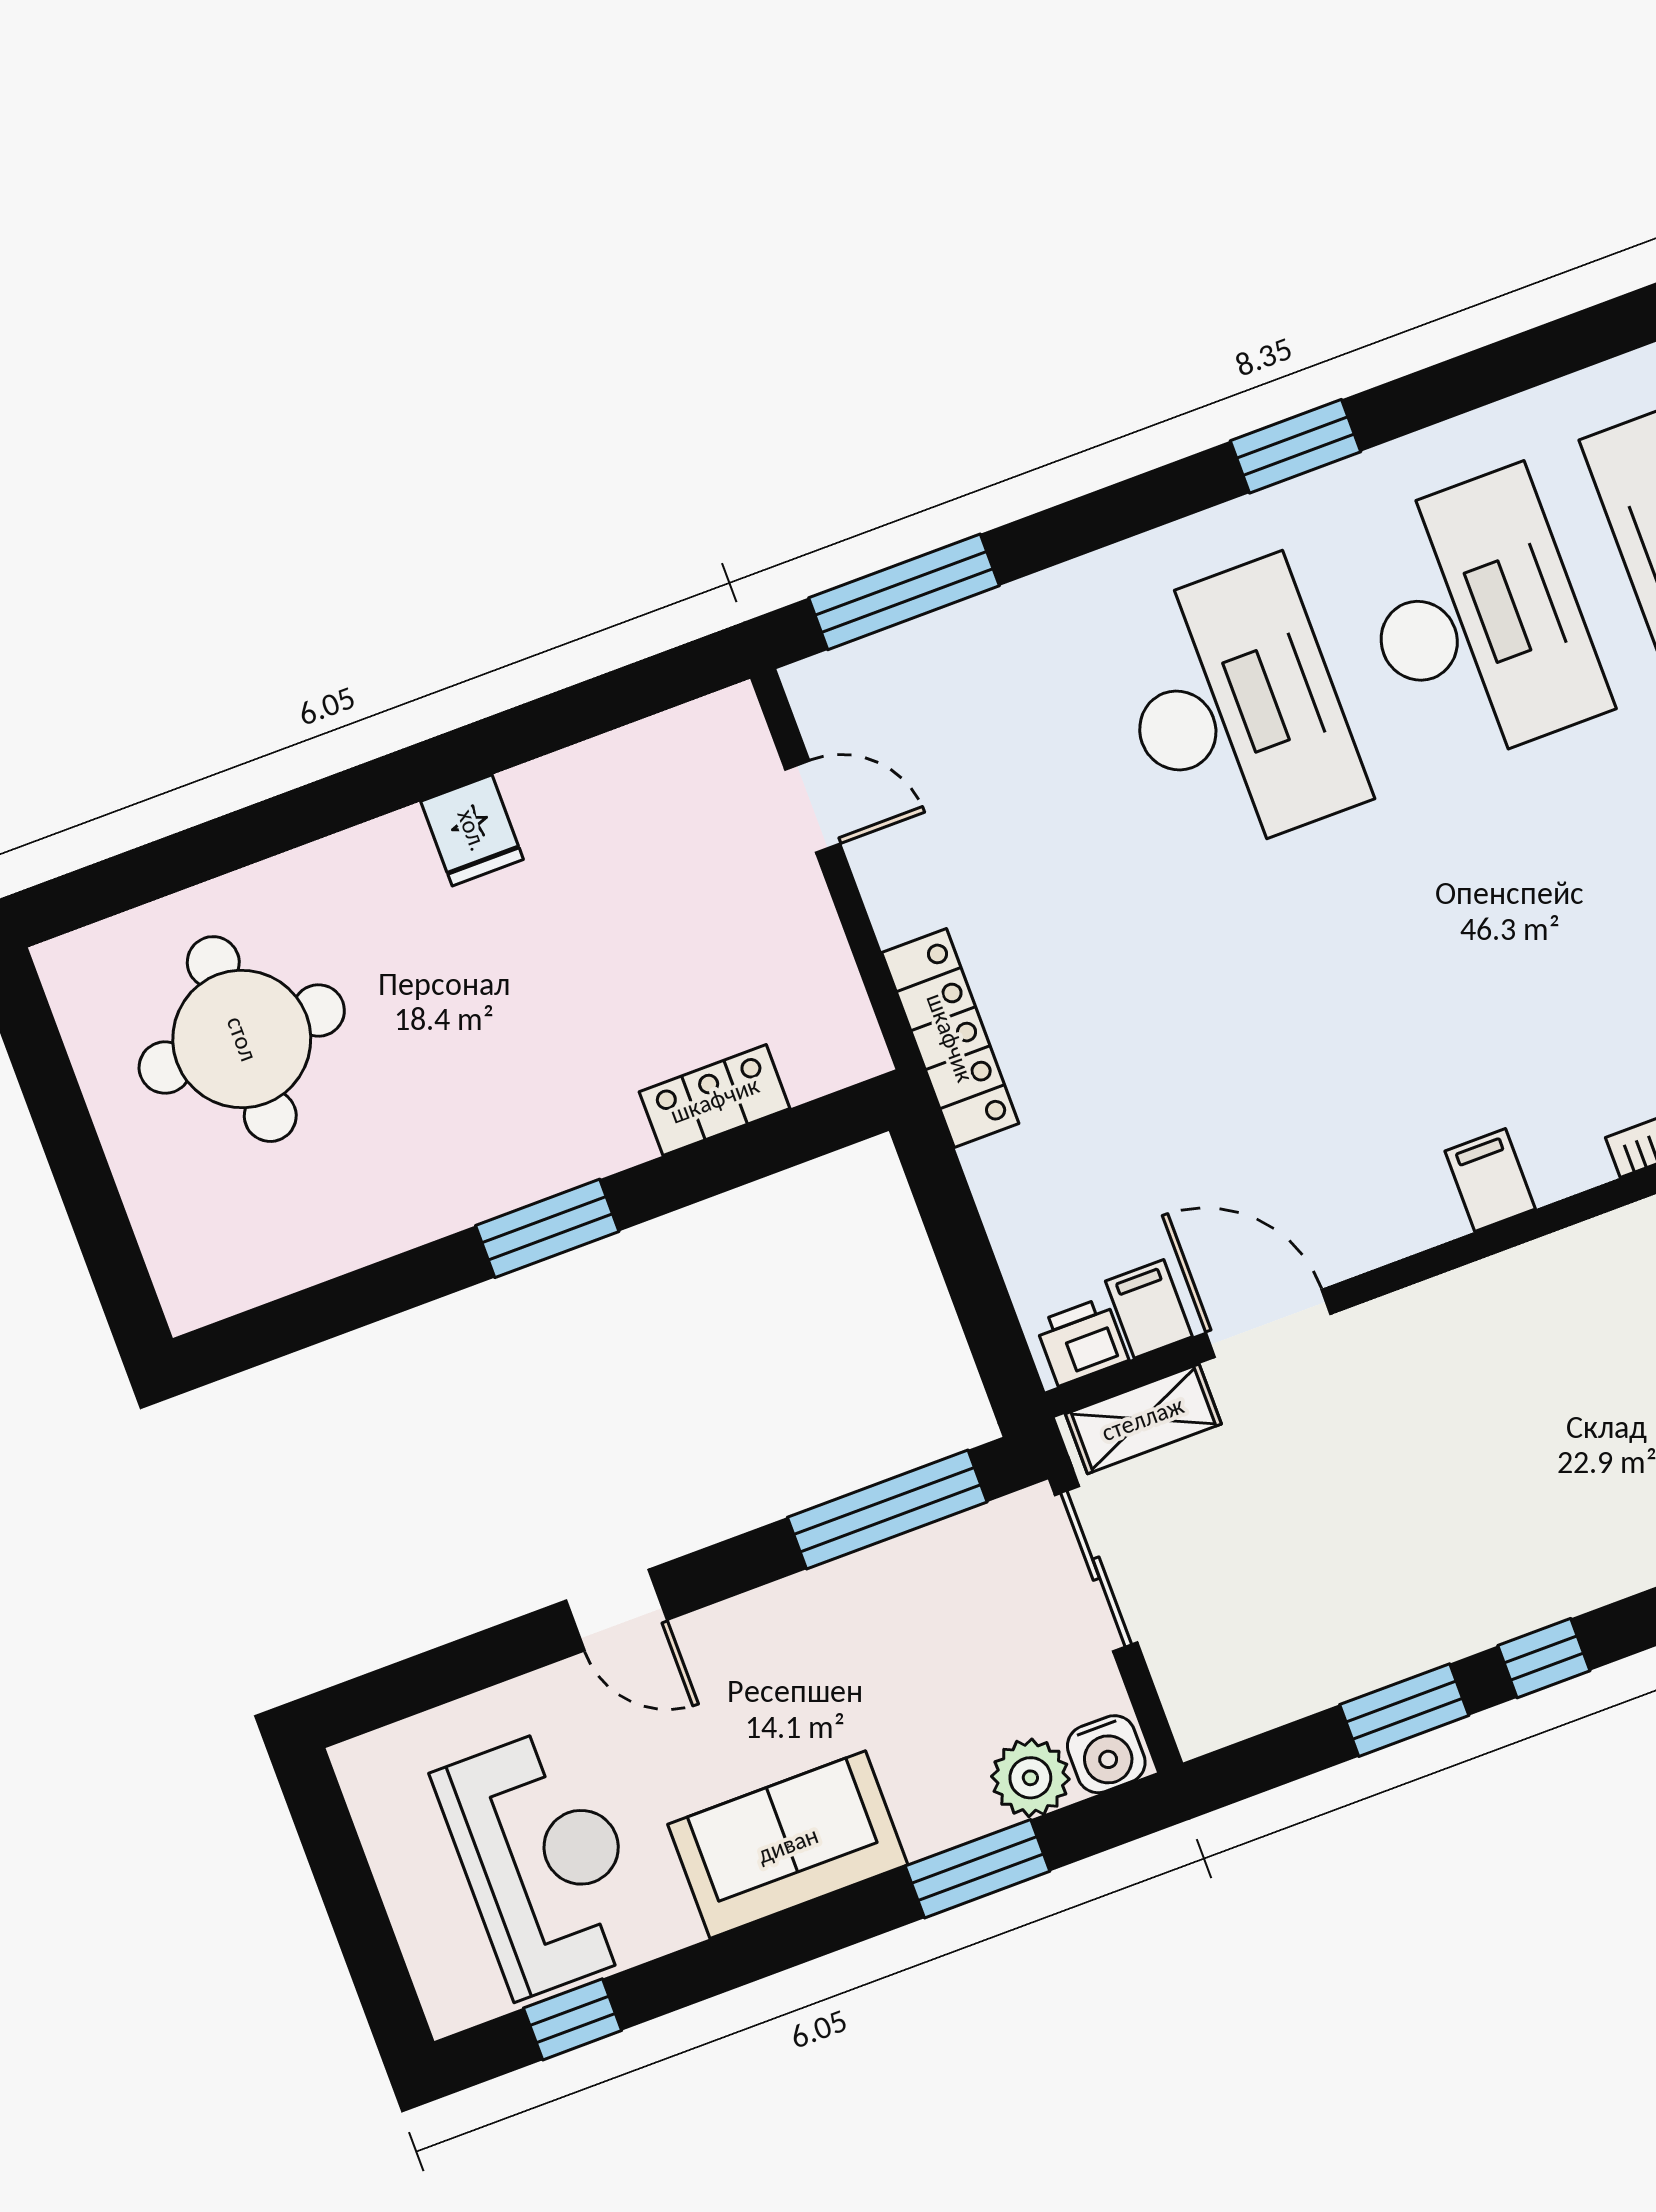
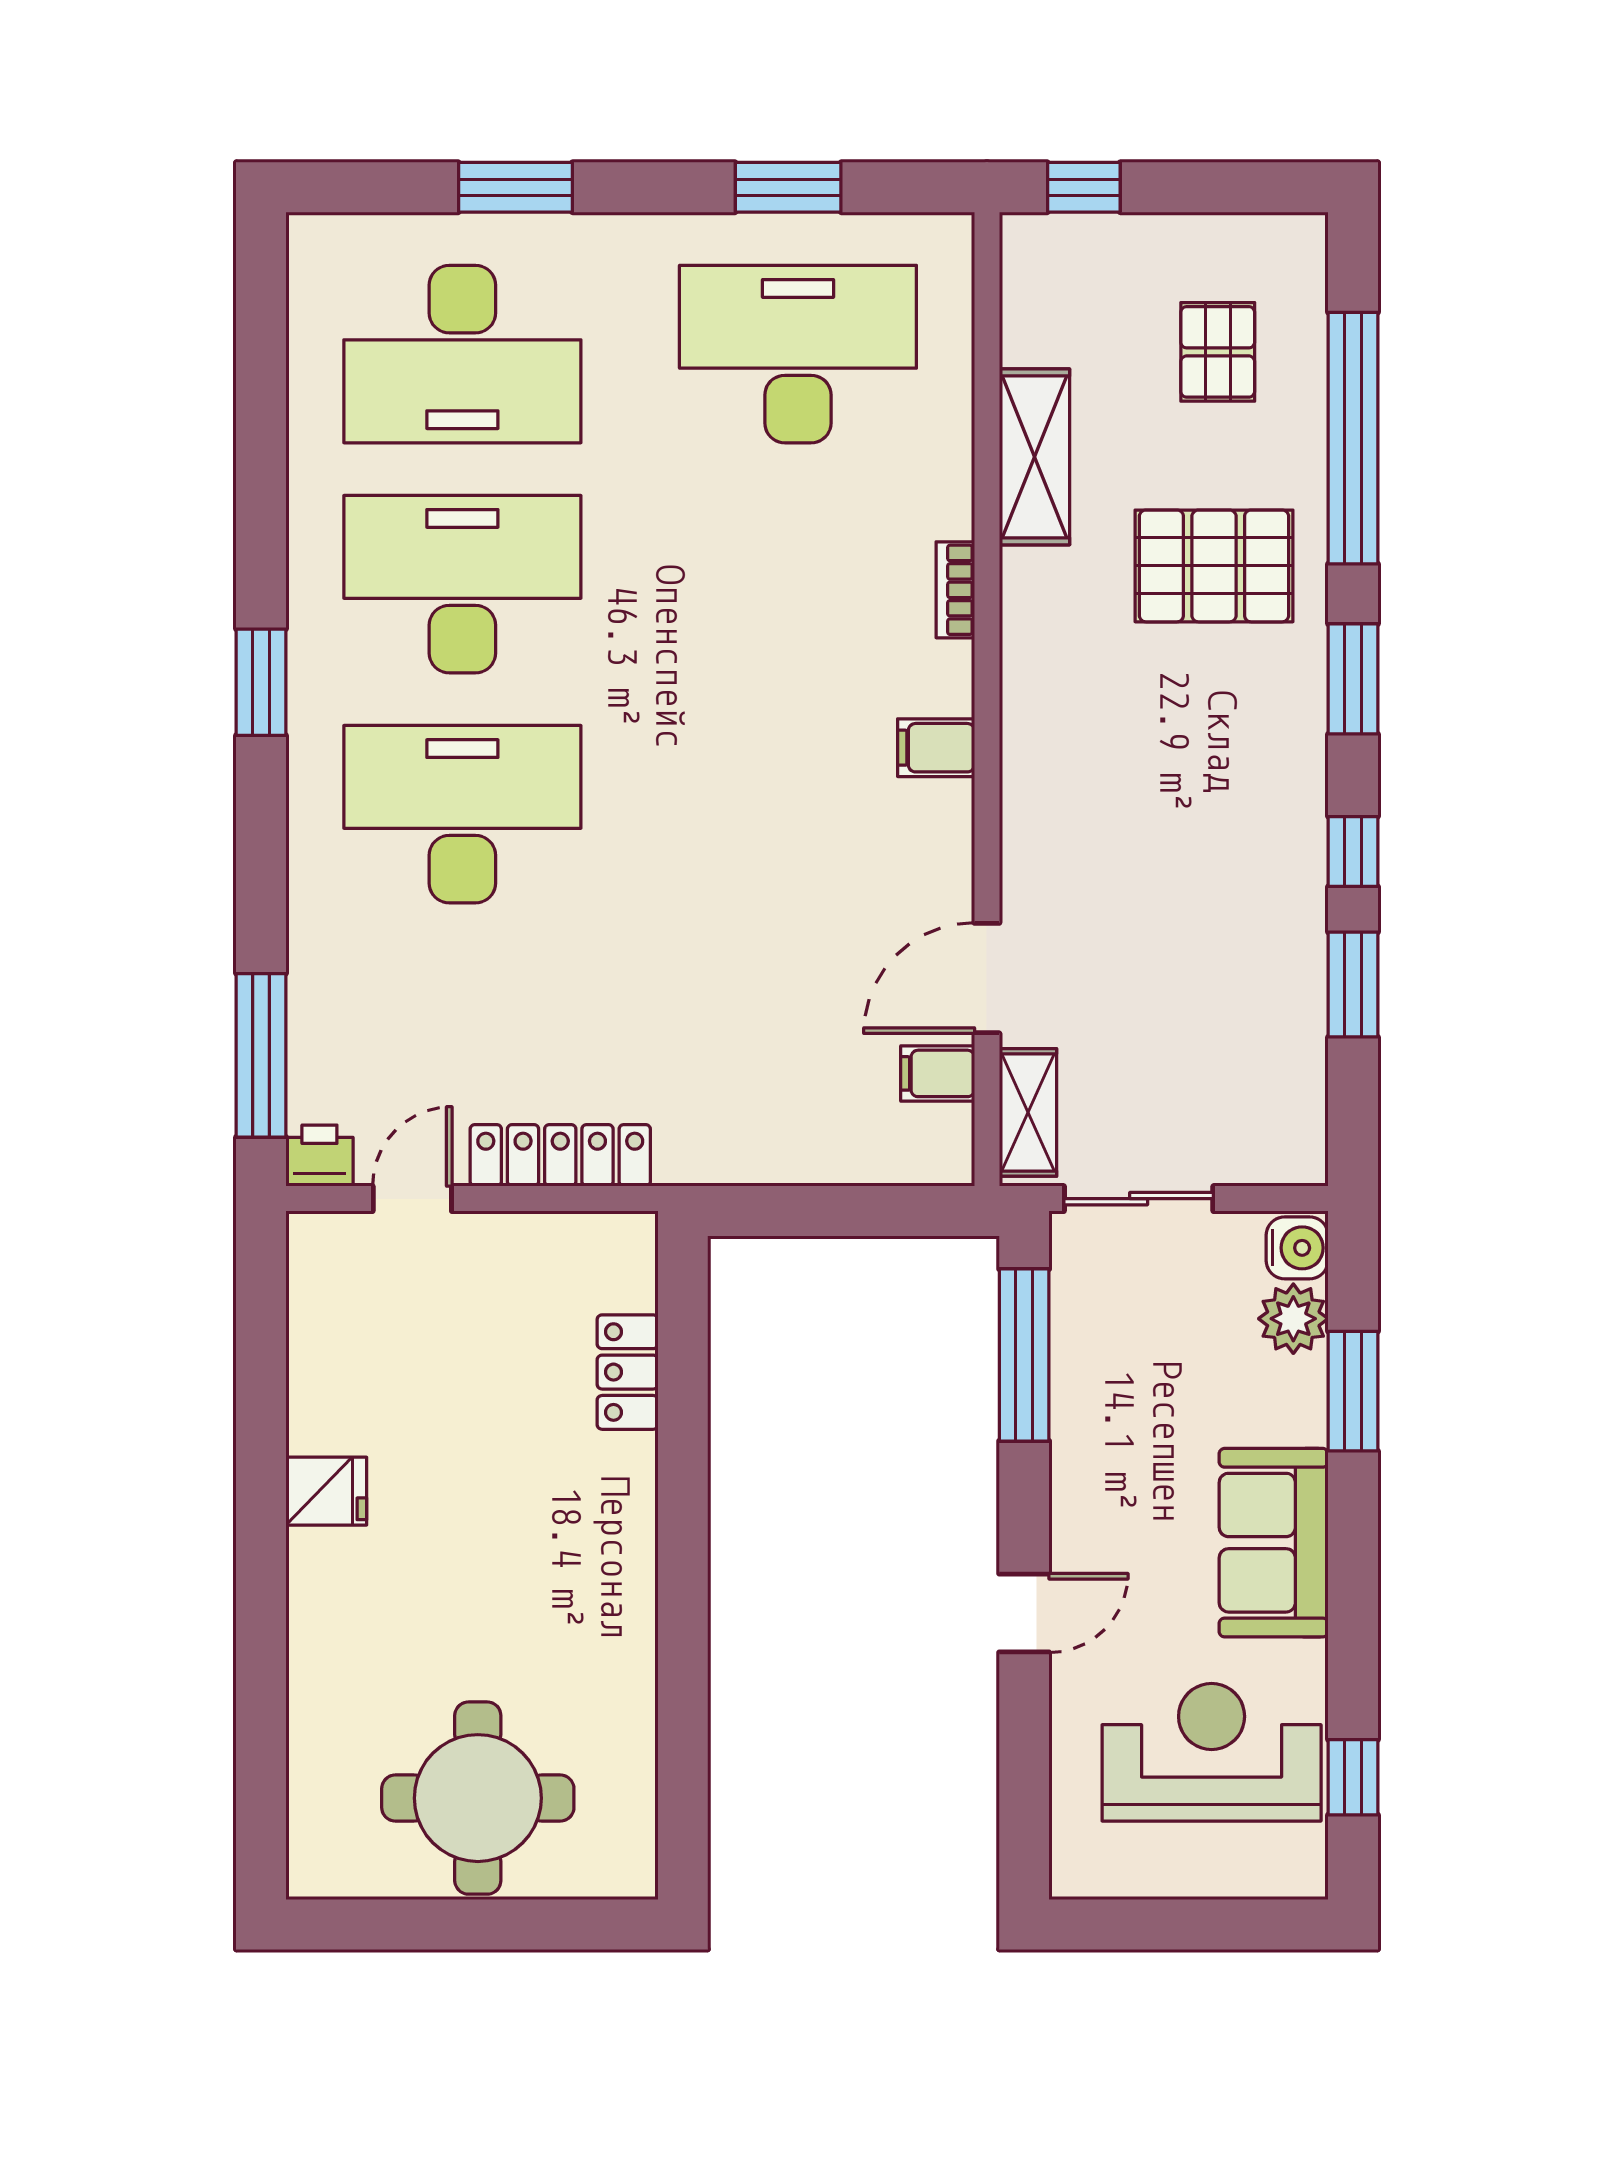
locker: (950, 1038) -> (560, 1155), moved
round table: (242, 1039) -> (478, 1798), moved
window: (547, 1228) -> (683, 1552), removed
printer: (1082, 1341) -> (319, 1156), moved, turned 90

